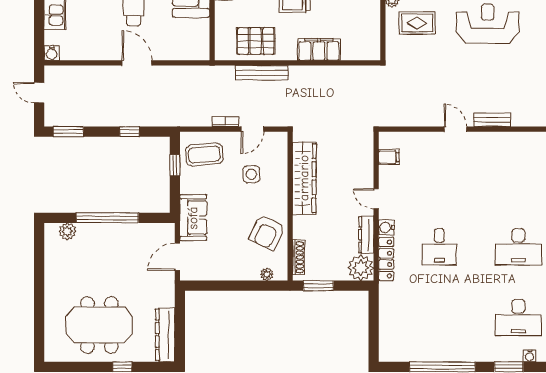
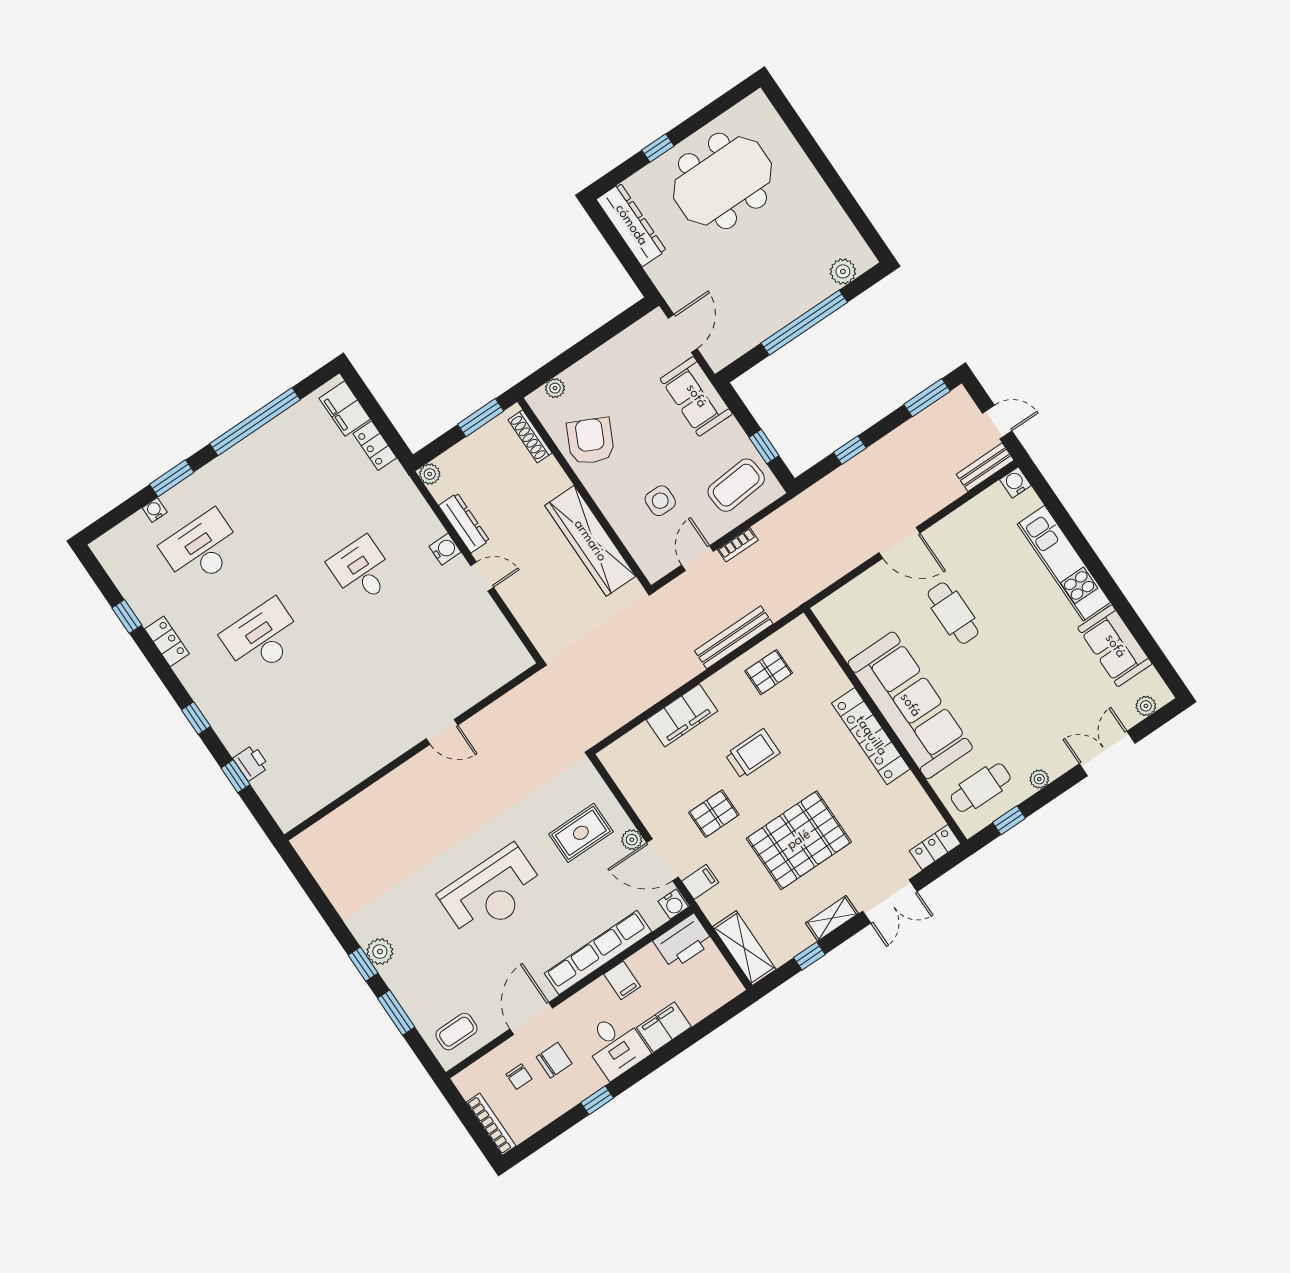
pallet: (256, 41) -> (769, 672), width x0.67, depth x0.71
bench: (492, 120) -> (985, 467), moved
filing cabinet: (389, 157) -> (345, 409), moved, width x2.00
locker: (386, 259) -> (375, 446), moved, width x0.66
plant: (361, 268) -> (430, 474), width x0.53, depth x0.53

